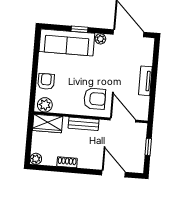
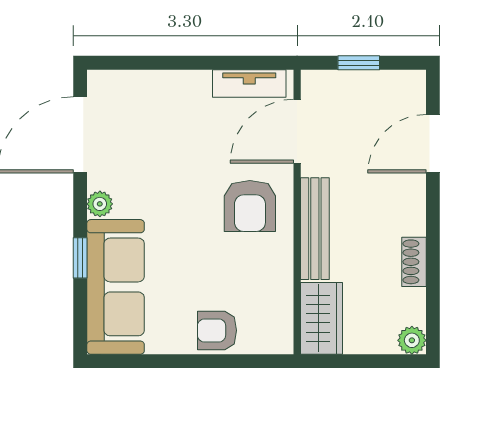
tv unit: (145, 81) -> (249, 83), moved
armchair: (95, 99) -> (250, 206), turned 180
plant: (45, 105) -> (275, 329), removed
bench: (84, 124) -> (315, 229), width x1.36

